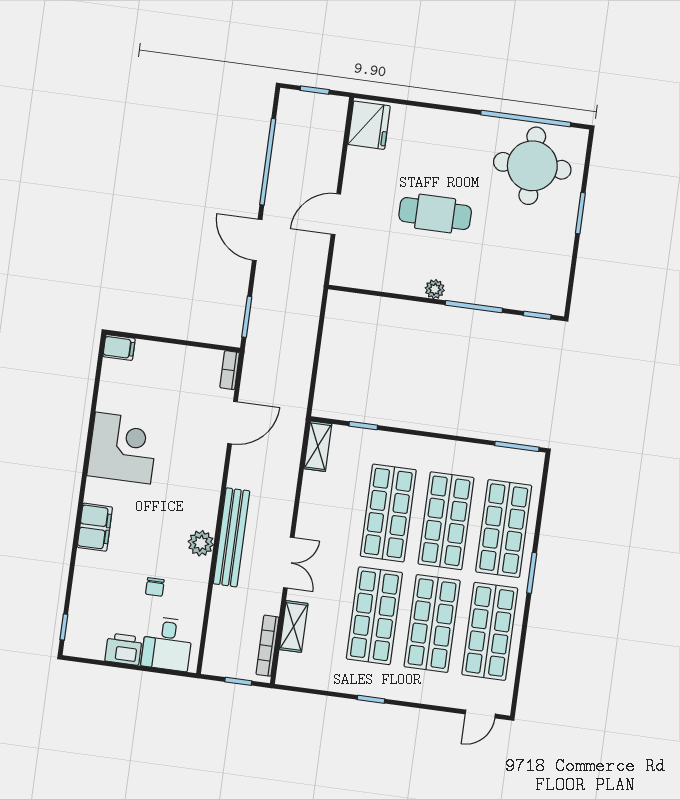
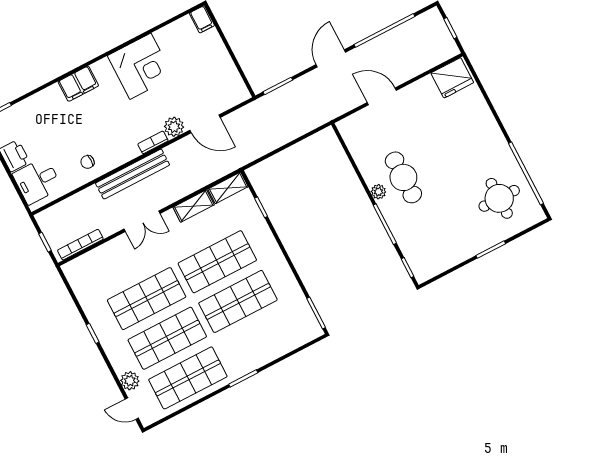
round table: (532, 166) -> (499, 198), width x0.73, depth x0.73
cafe table: (435, 214) -> (403, 177), moved
bookcase: (230, 370) -> (153, 142), moved
shop shelf: (504, 529) -> (259, 341), removed
plant: (201, 543) -> (174, 127), moved
chair: (155, 587) -> (87, 162), moved
shelving: (294, 626) -> (194, 206), moved
plant: (449, 695) -> (130, 381), added

